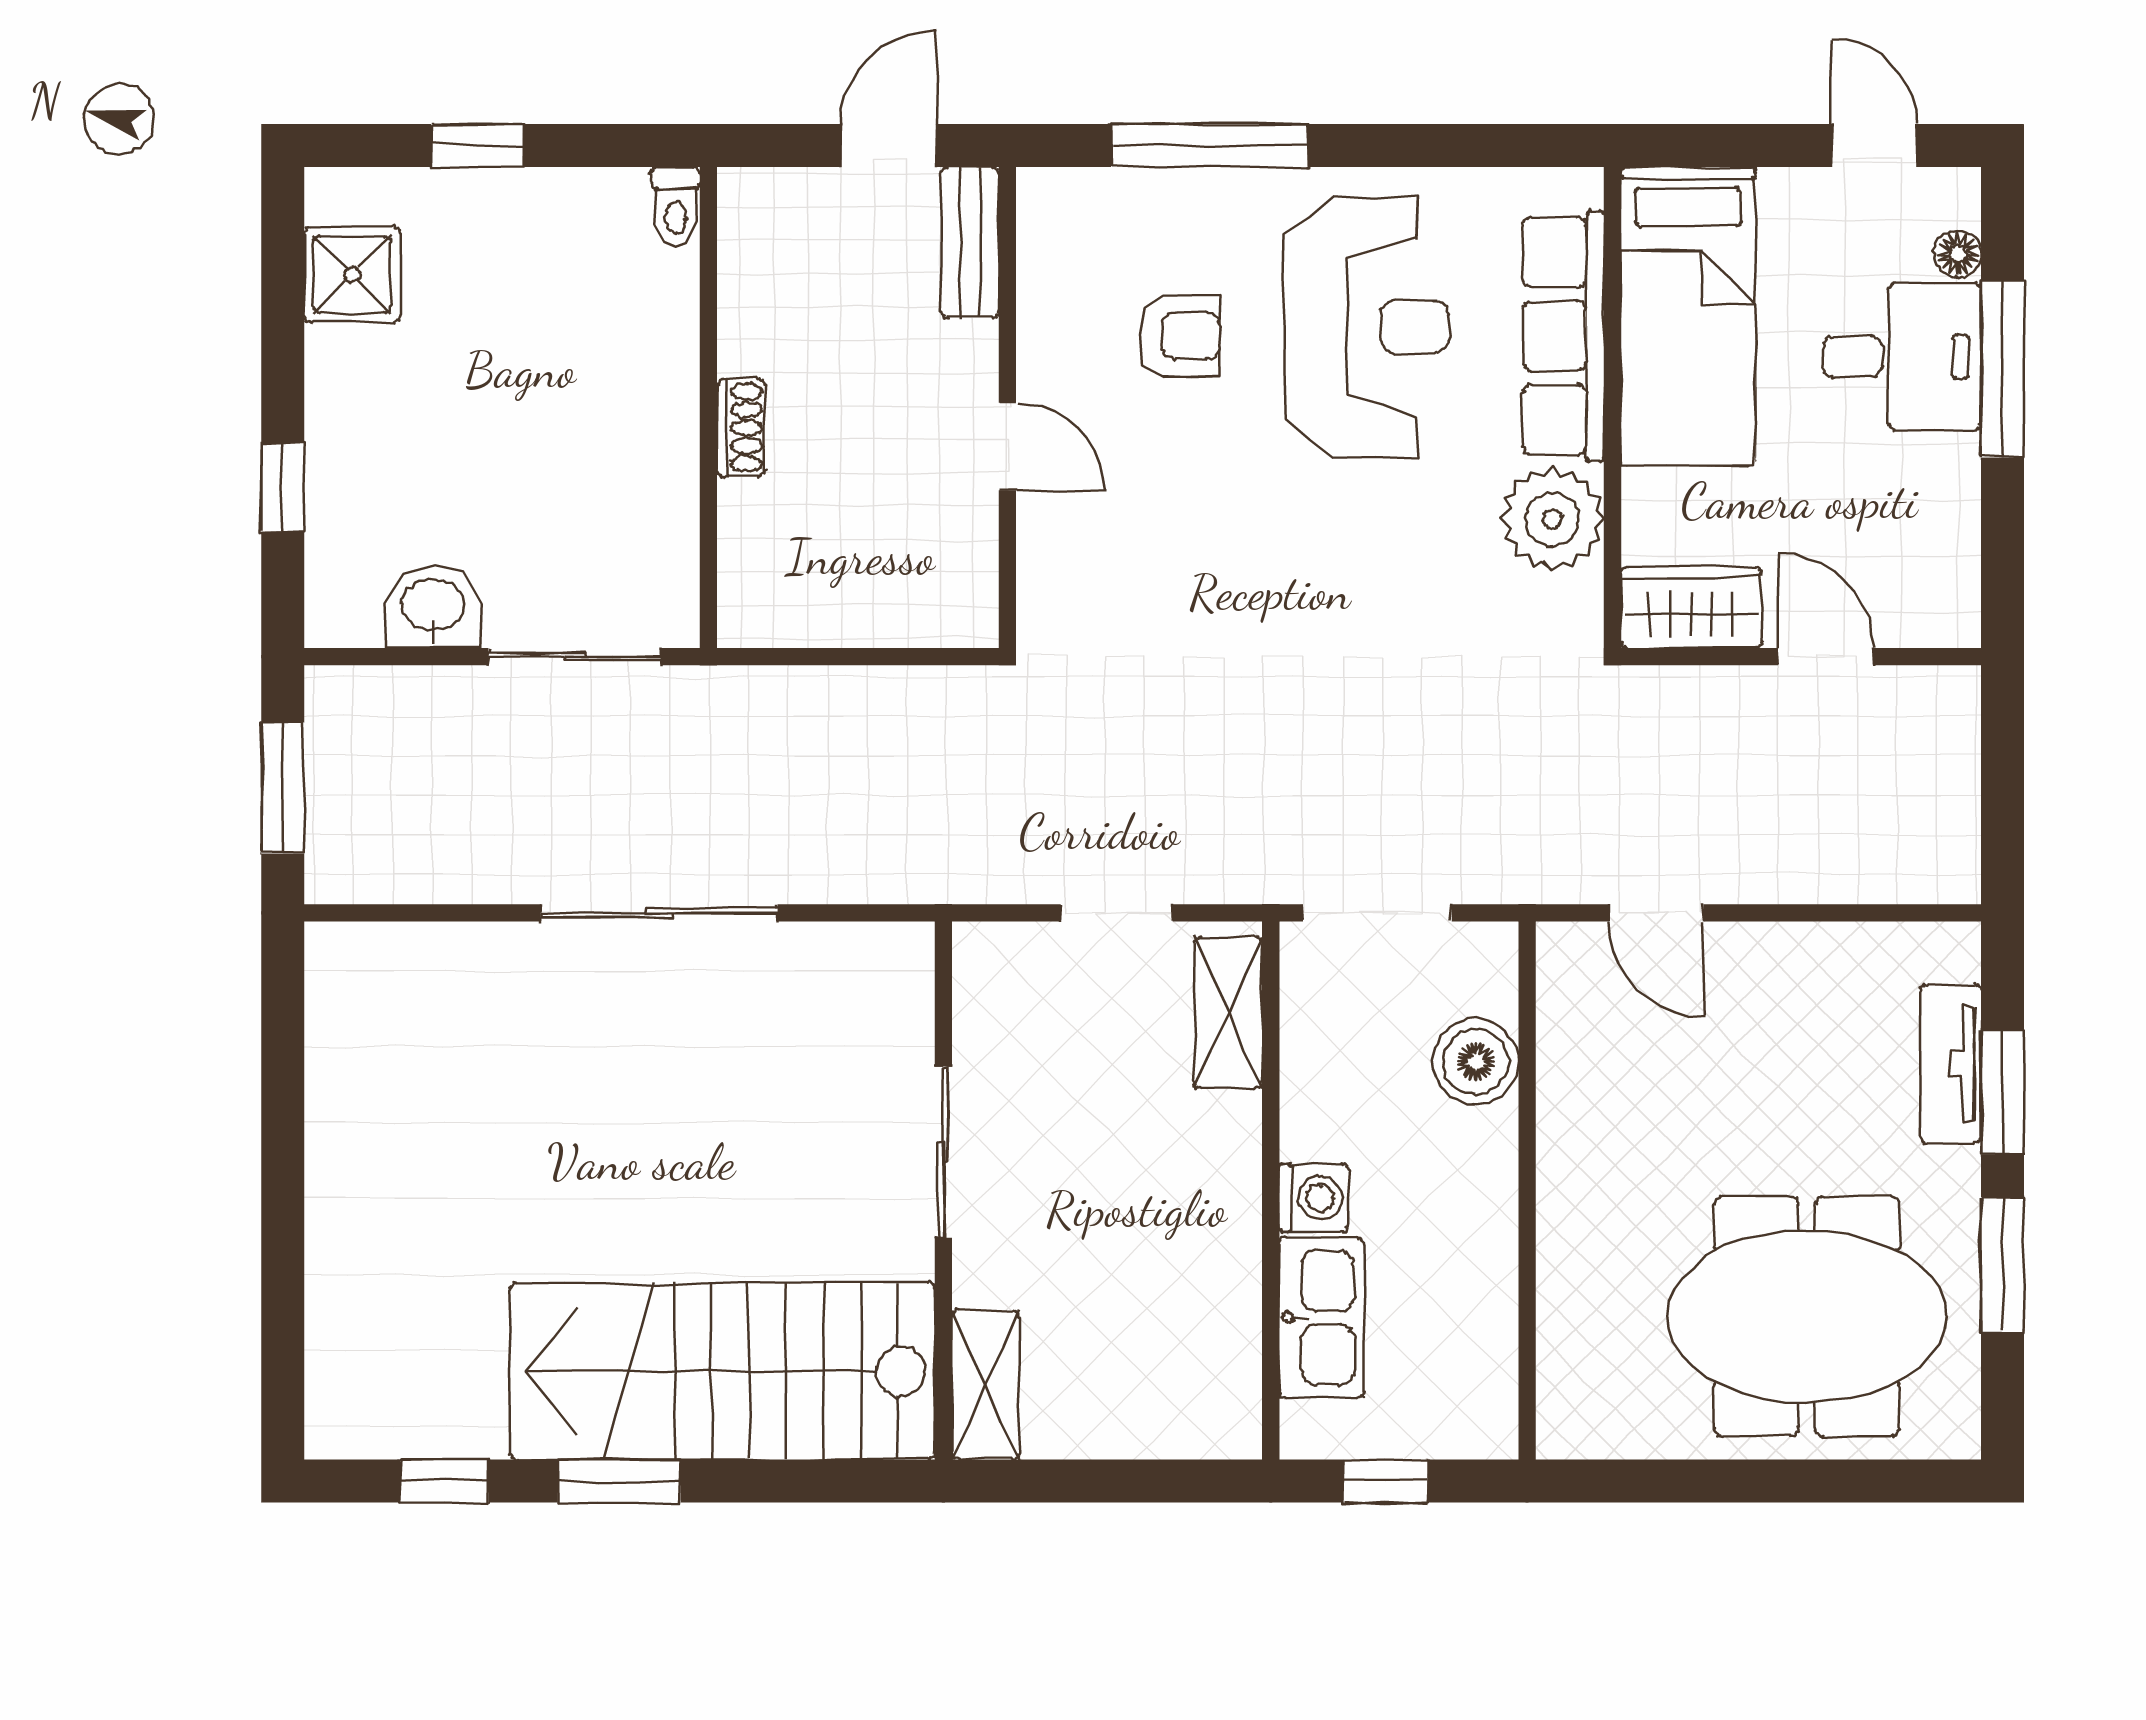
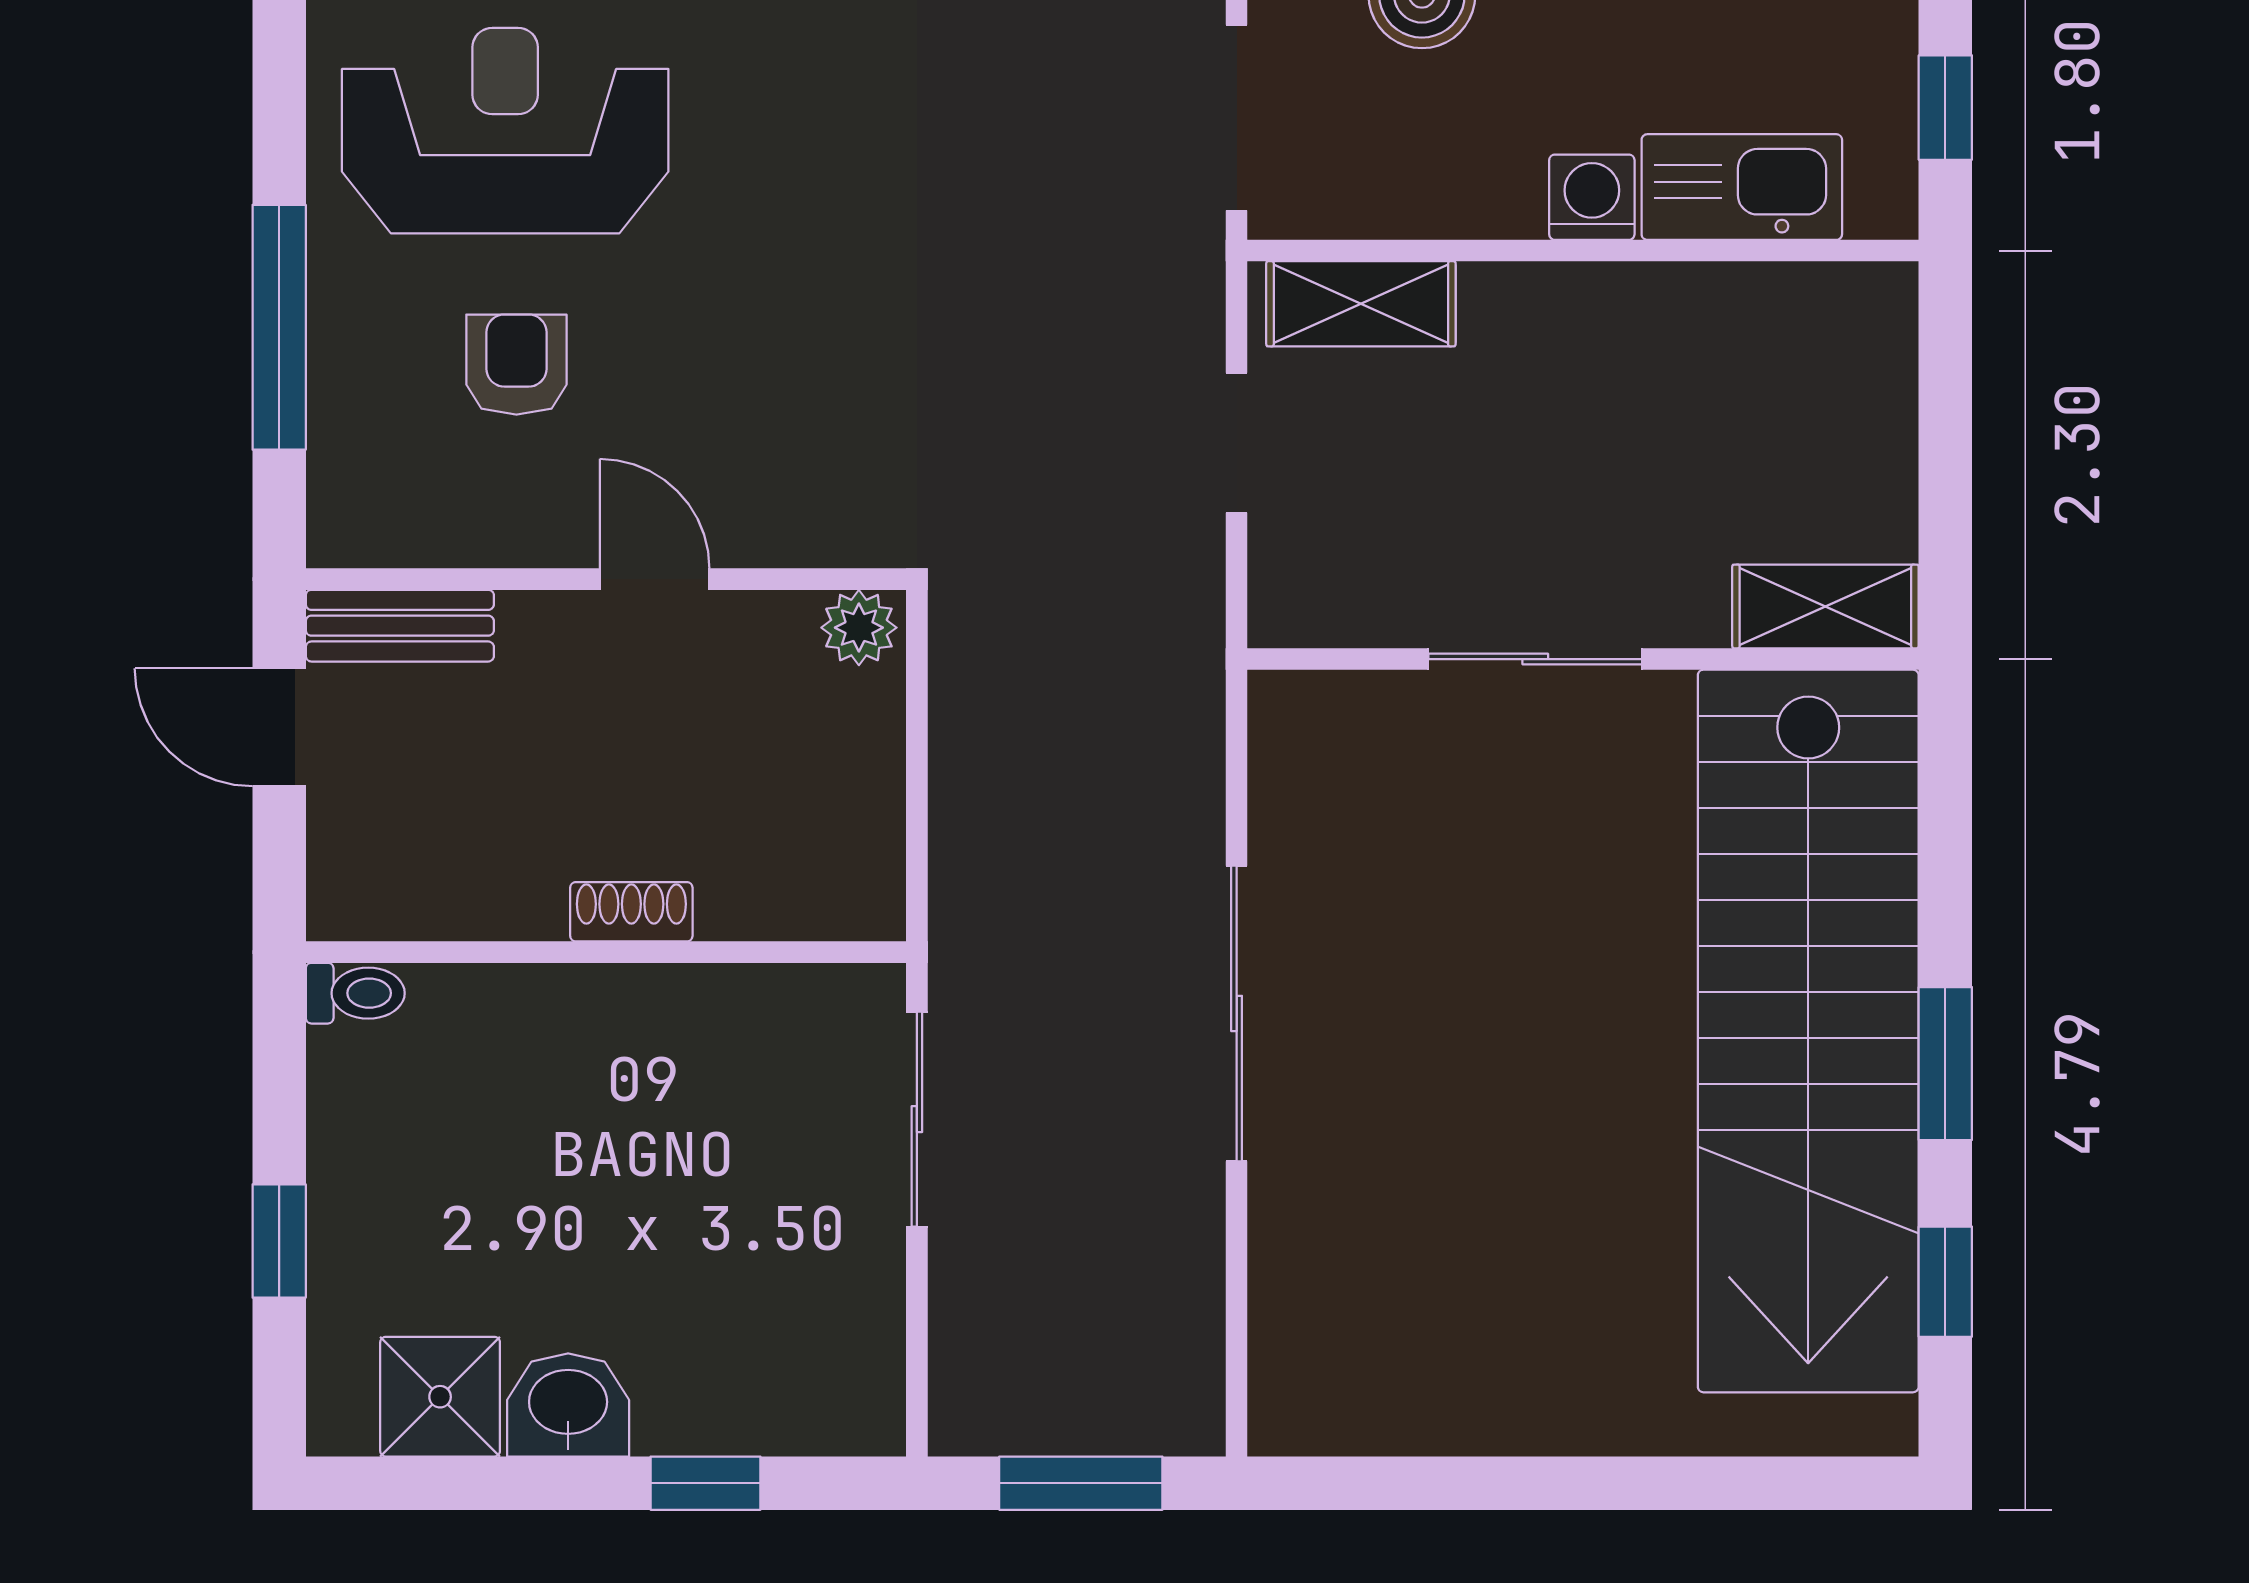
door: (1007, 447) -> (655, 579), hinge flipped
washbasin: (433, 607) -> (568, 1405), moved, turned 90
plant: (969, 610) -> (859, 628), added
stairs: (722, 1371) -> (1808, 1031), width x1.36

